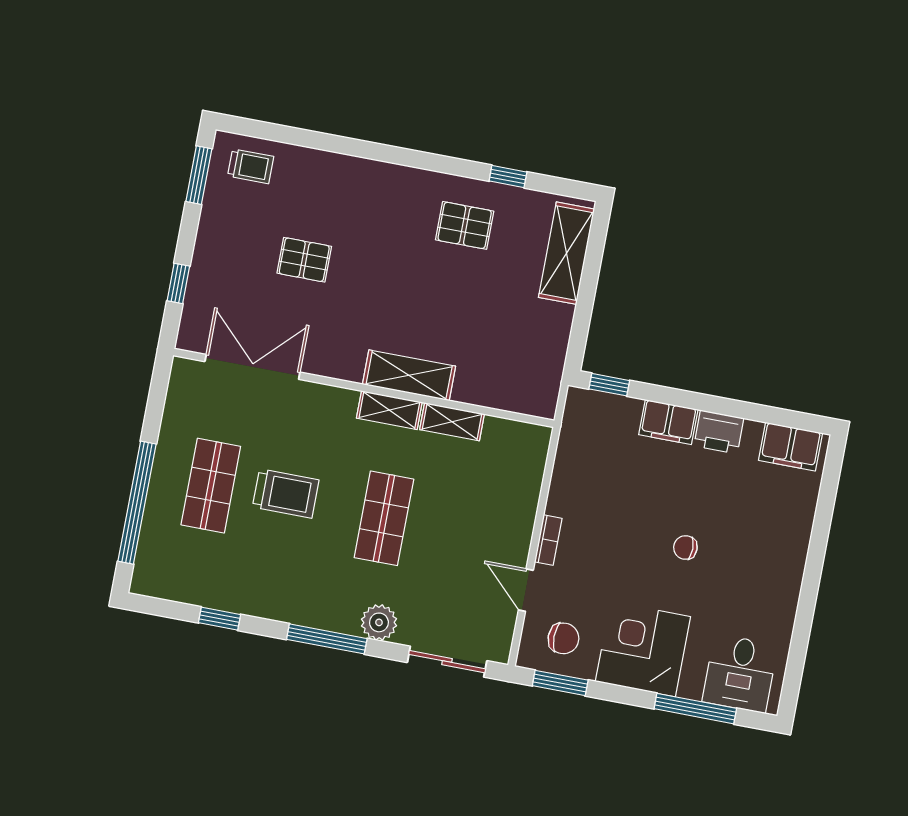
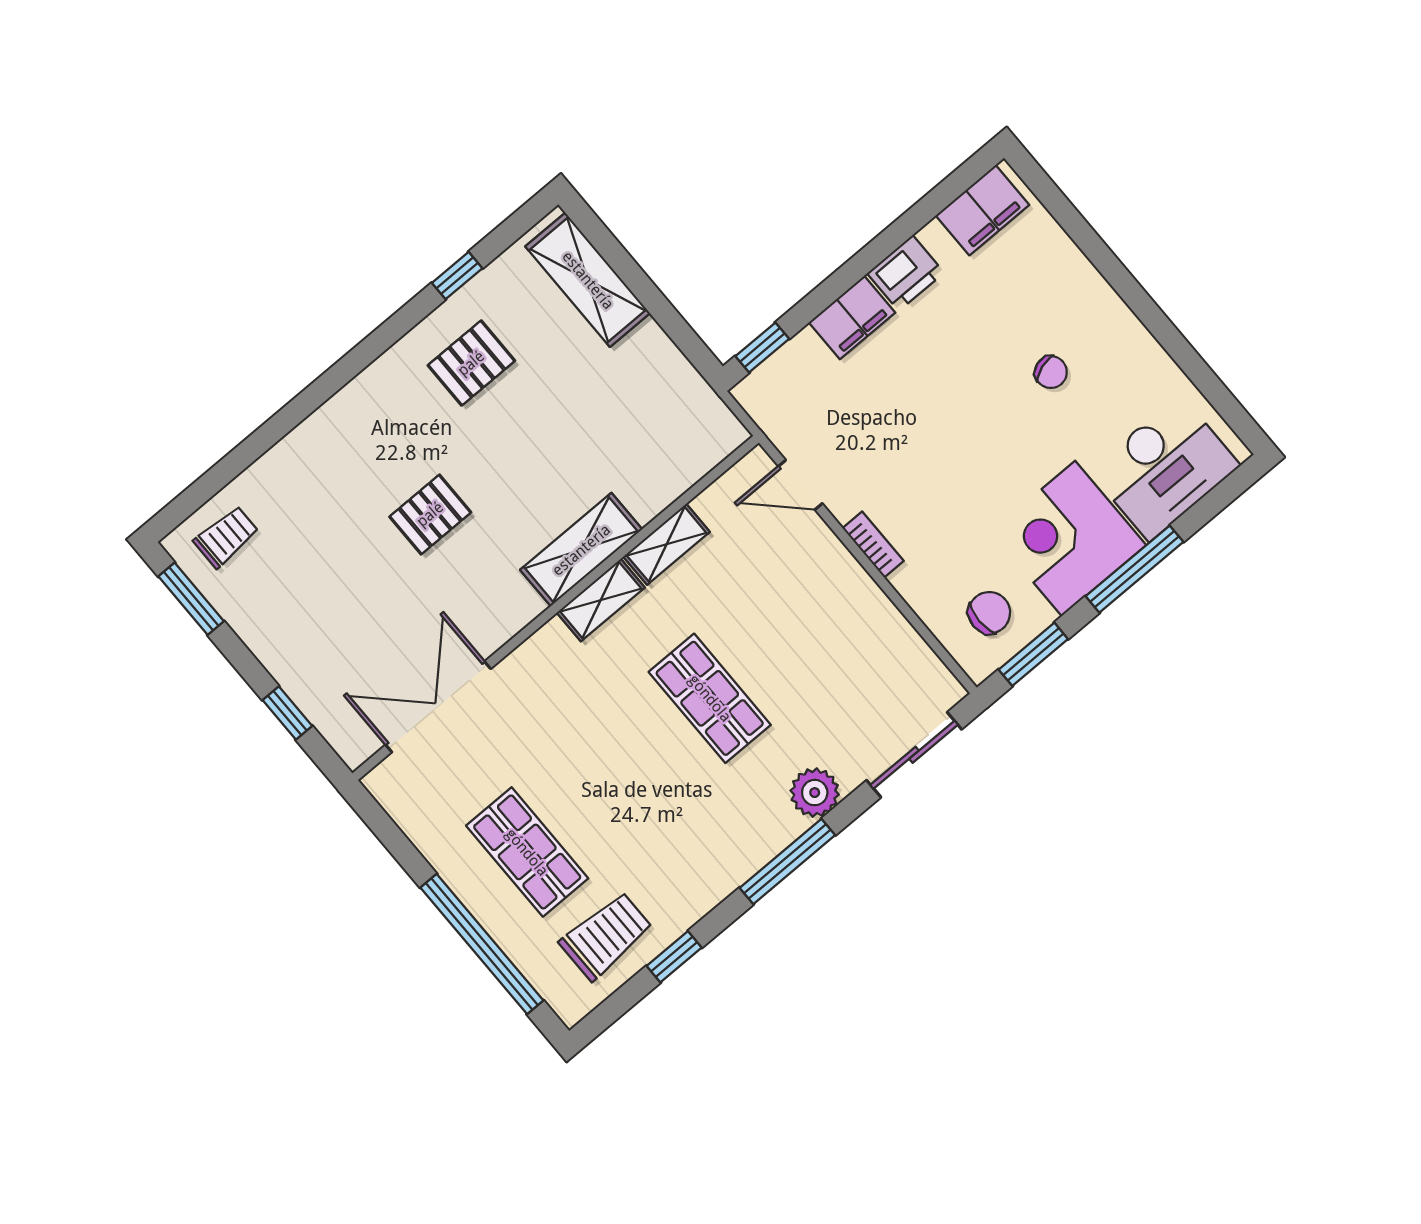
pallet: (304, 260) -> (430, 514), moved
trolley: (286, 494) -> (606, 936), moved
chair: (685, 548) -> (1051, 372), moved, turned -108
door: (526, 590) -> (800, 485), moved
desk: (740, 673) -> (1165, 468), width x1.37
window: (695, 709) -> (1135, 569), moved

